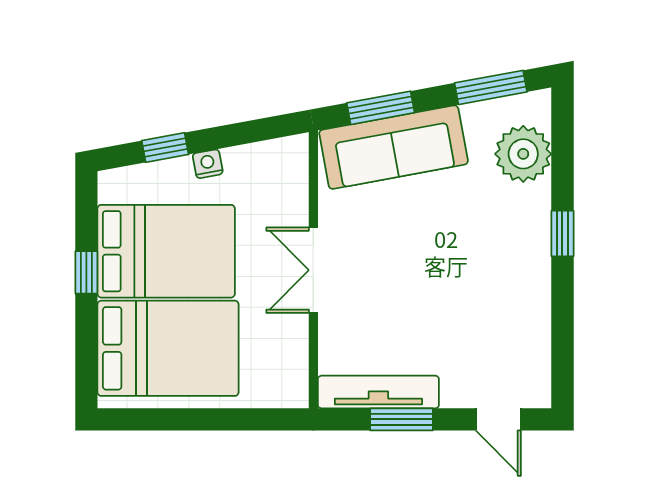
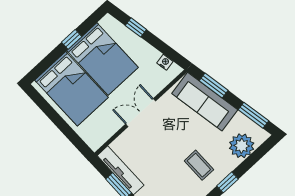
nightstand: (208, 164) -> (165, 62), moved
coffee table: (490, 254) -> (199, 165), added

